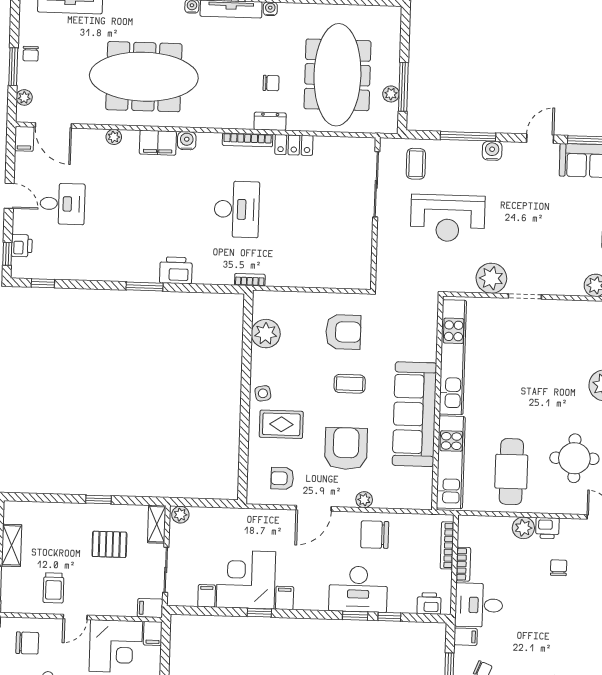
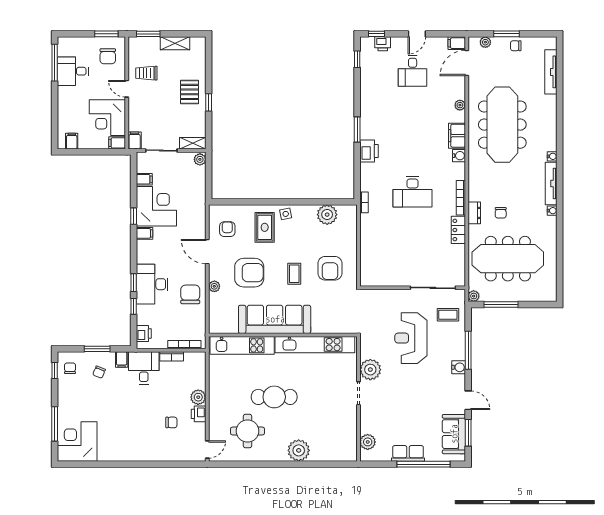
plant: (391, 94) -> (474, 296), moved
cafe table: (511, 472) -> (274, 397), moved
pallet: (109, 544) -> (189, 92), moved

